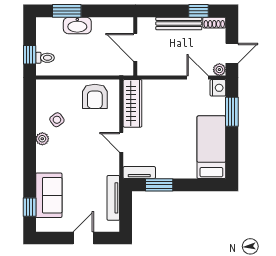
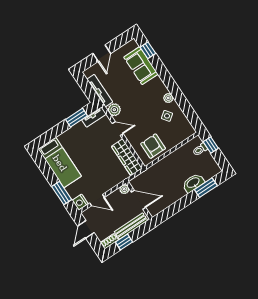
wall: (135, 46) -> (139, 200), moved
door: (135, 47) -> (138, 200), moved
plant: (219, 70) -> (124, 189), moved
plant: (111, 166) -> (114, 110), added

